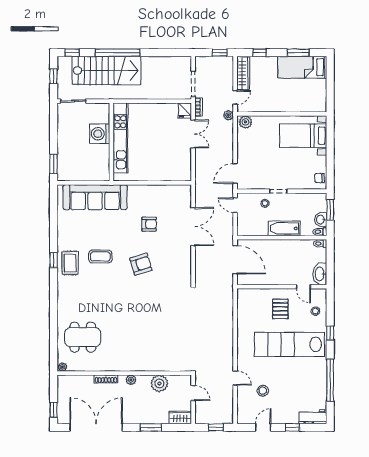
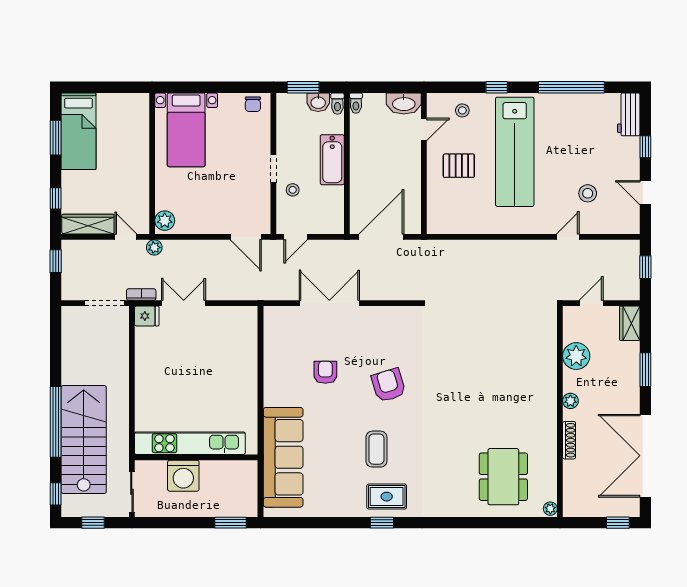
washing machine: (100, 134) -> (183, 476), moved
kitchen unit: (120, 138) -> (190, 443), moved
wall: (111, 142) -> (196, 457), moved

